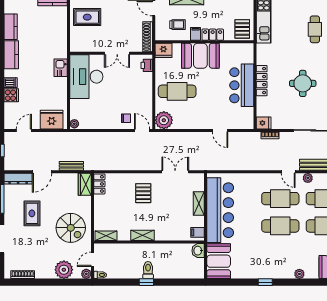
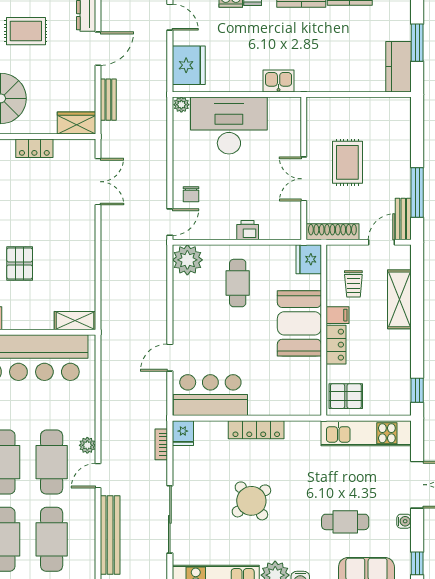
rug: (87, 17) -> (347, 162), moved
printer: (147, 65) -> (248, 230), moved
desk: (86, 77) -> (229, 125), moved
round table: (303, 83) -> (251, 501), turned -38
bar counter: (242, 85) -> (210, 395), moved
cafe table: (177, 91) -> (238, 283), width x0.73, depth x0.74
door: (42, 172) -> (98, 49), swing flipped
double door: (175, 172) -> (98, 182), moved
plant: (308, 178) -> (87, 445), moved
locker: (99, 184) -> (34, 148), moved
pallet: (143, 193) -> (20, 263), moved, turned 90
shelving: (199, 203) -> (75, 321), moved

